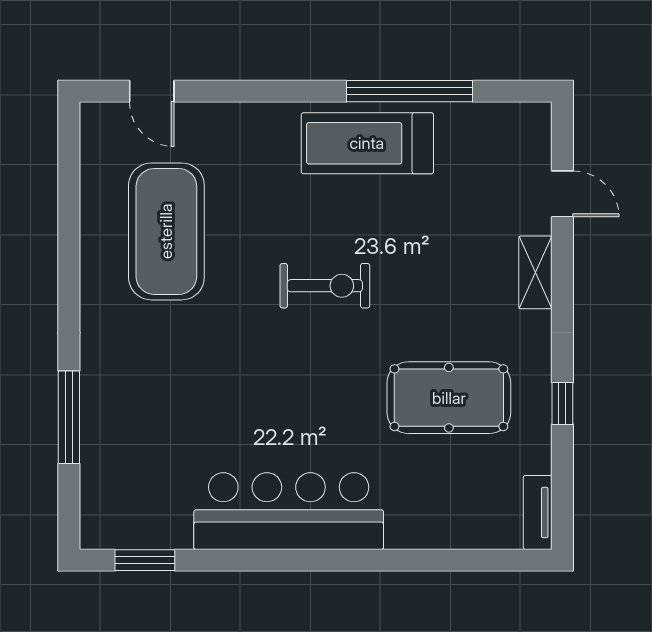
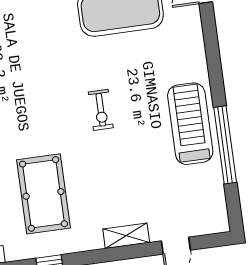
exercise bike: (325, 286) -> (101, 110), width x0.73, depth x0.72

